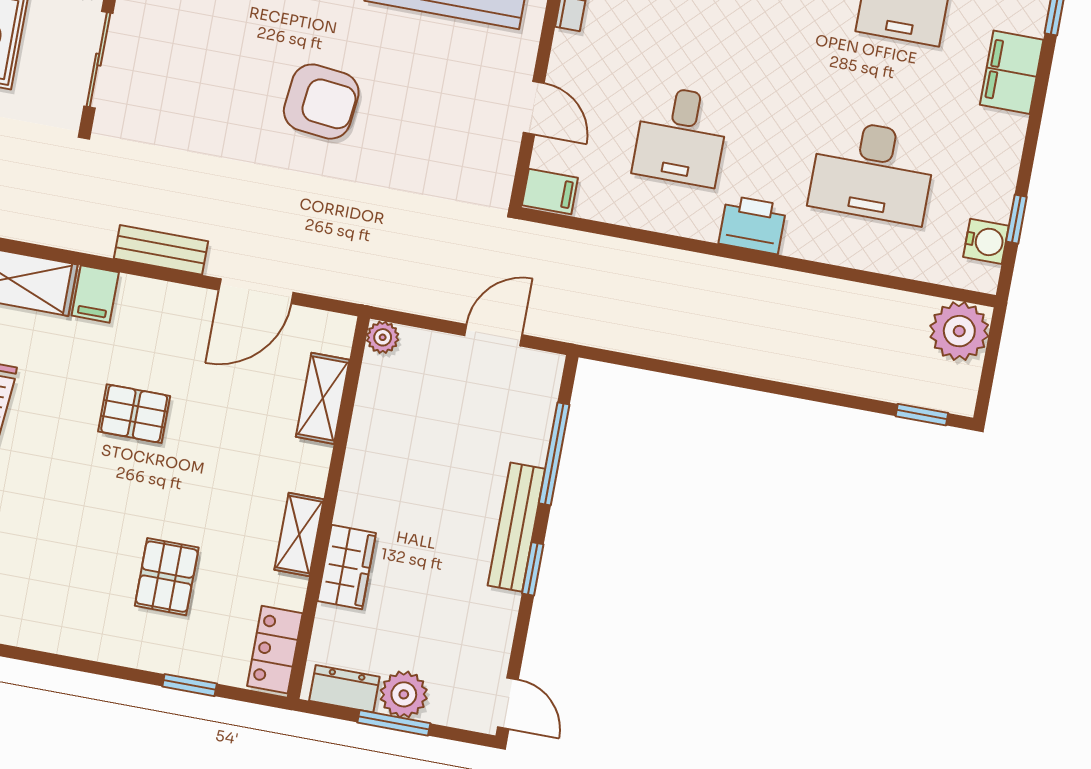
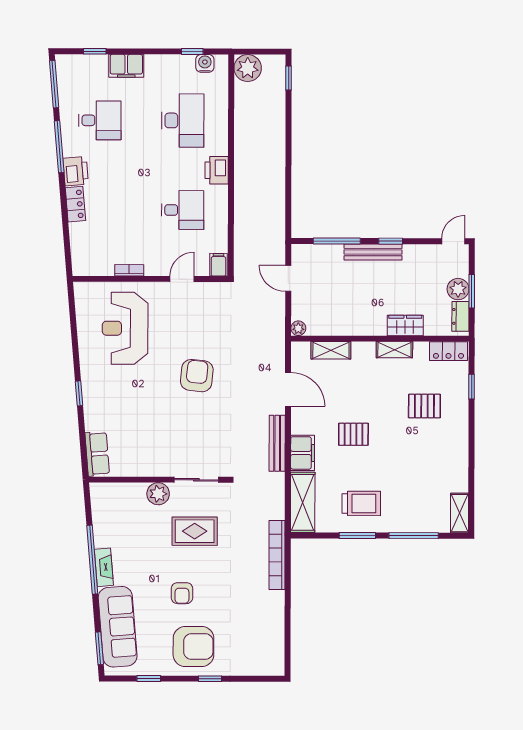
bench: (161, 250) -> (277, 443), width x1.36
filing cabinet: (95, 294) -> (303, 453), width x2.00
pallet: (134, 414) -> (353, 434), turned 90

